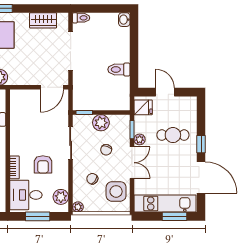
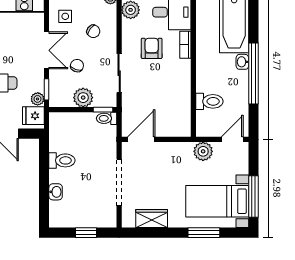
window: (99, 8) -> (86, 233), added
toilet: (81, 18) -> (107, 118), moved
washbasin: (124, 20) -> (56, 192), moved
plant: (140, 139) -> (38, 99), moved
double door: (132, 163) -> (46, 50), swing flipped
side table: (116, 191) -> (65, 16), width x0.54, depth x0.54

